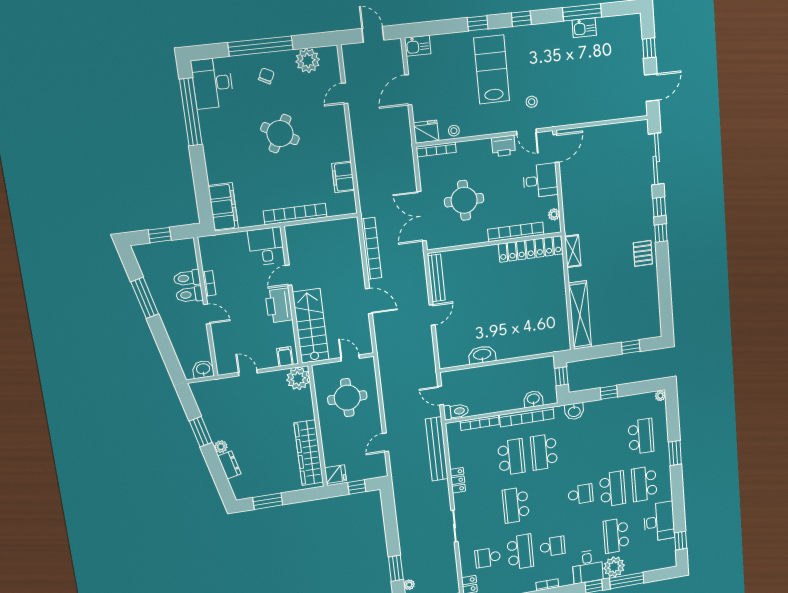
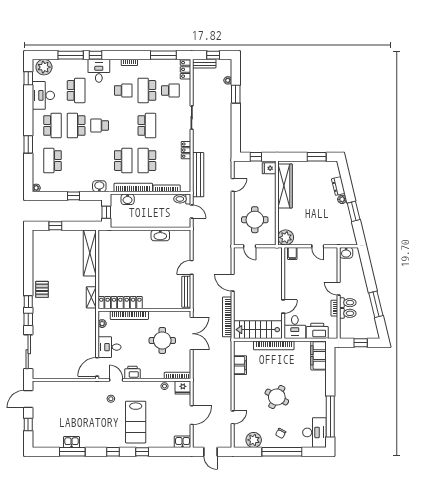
printer: (279, 305) -> (317, 331), moved, turned -90
stairs: (311, 326) -> (258, 330), moved, turned 90
school desk: (552, 546) -> (123, 90), turned 180
plant: (614, 567) -> (44, 67), moved

